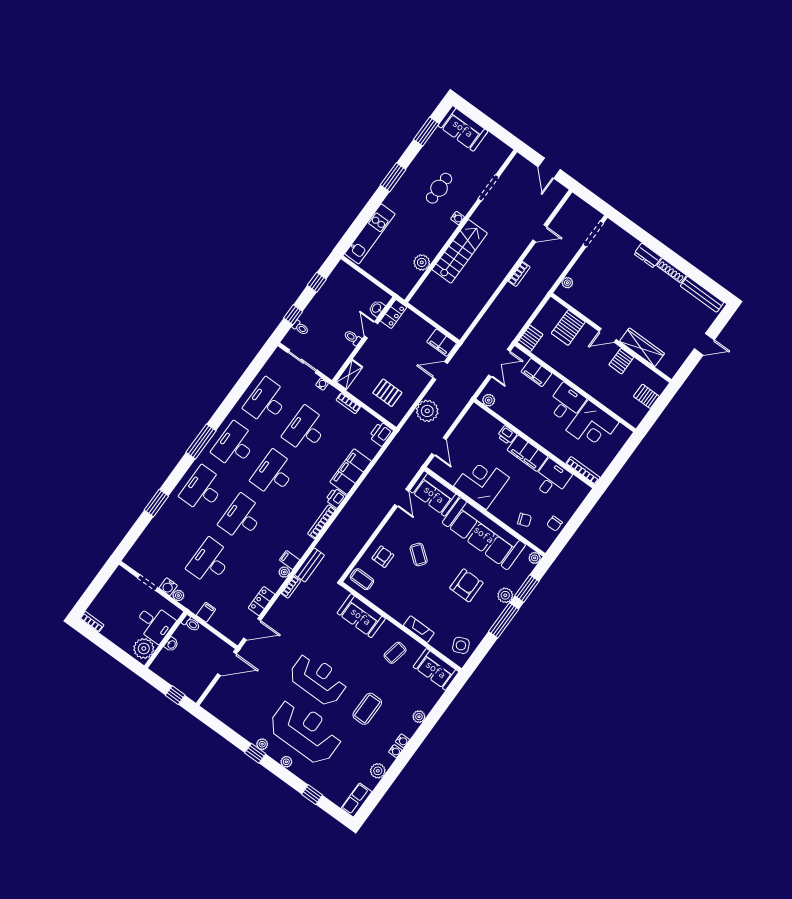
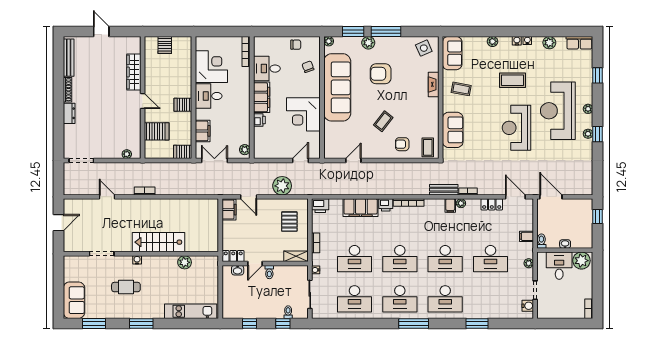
server rack: (621, 361) -> (183, 105), moved, turned 180
sofa: (434, 494) -> (334, 140), removed
water cooler: (168, 587) -> (528, 306), moved

